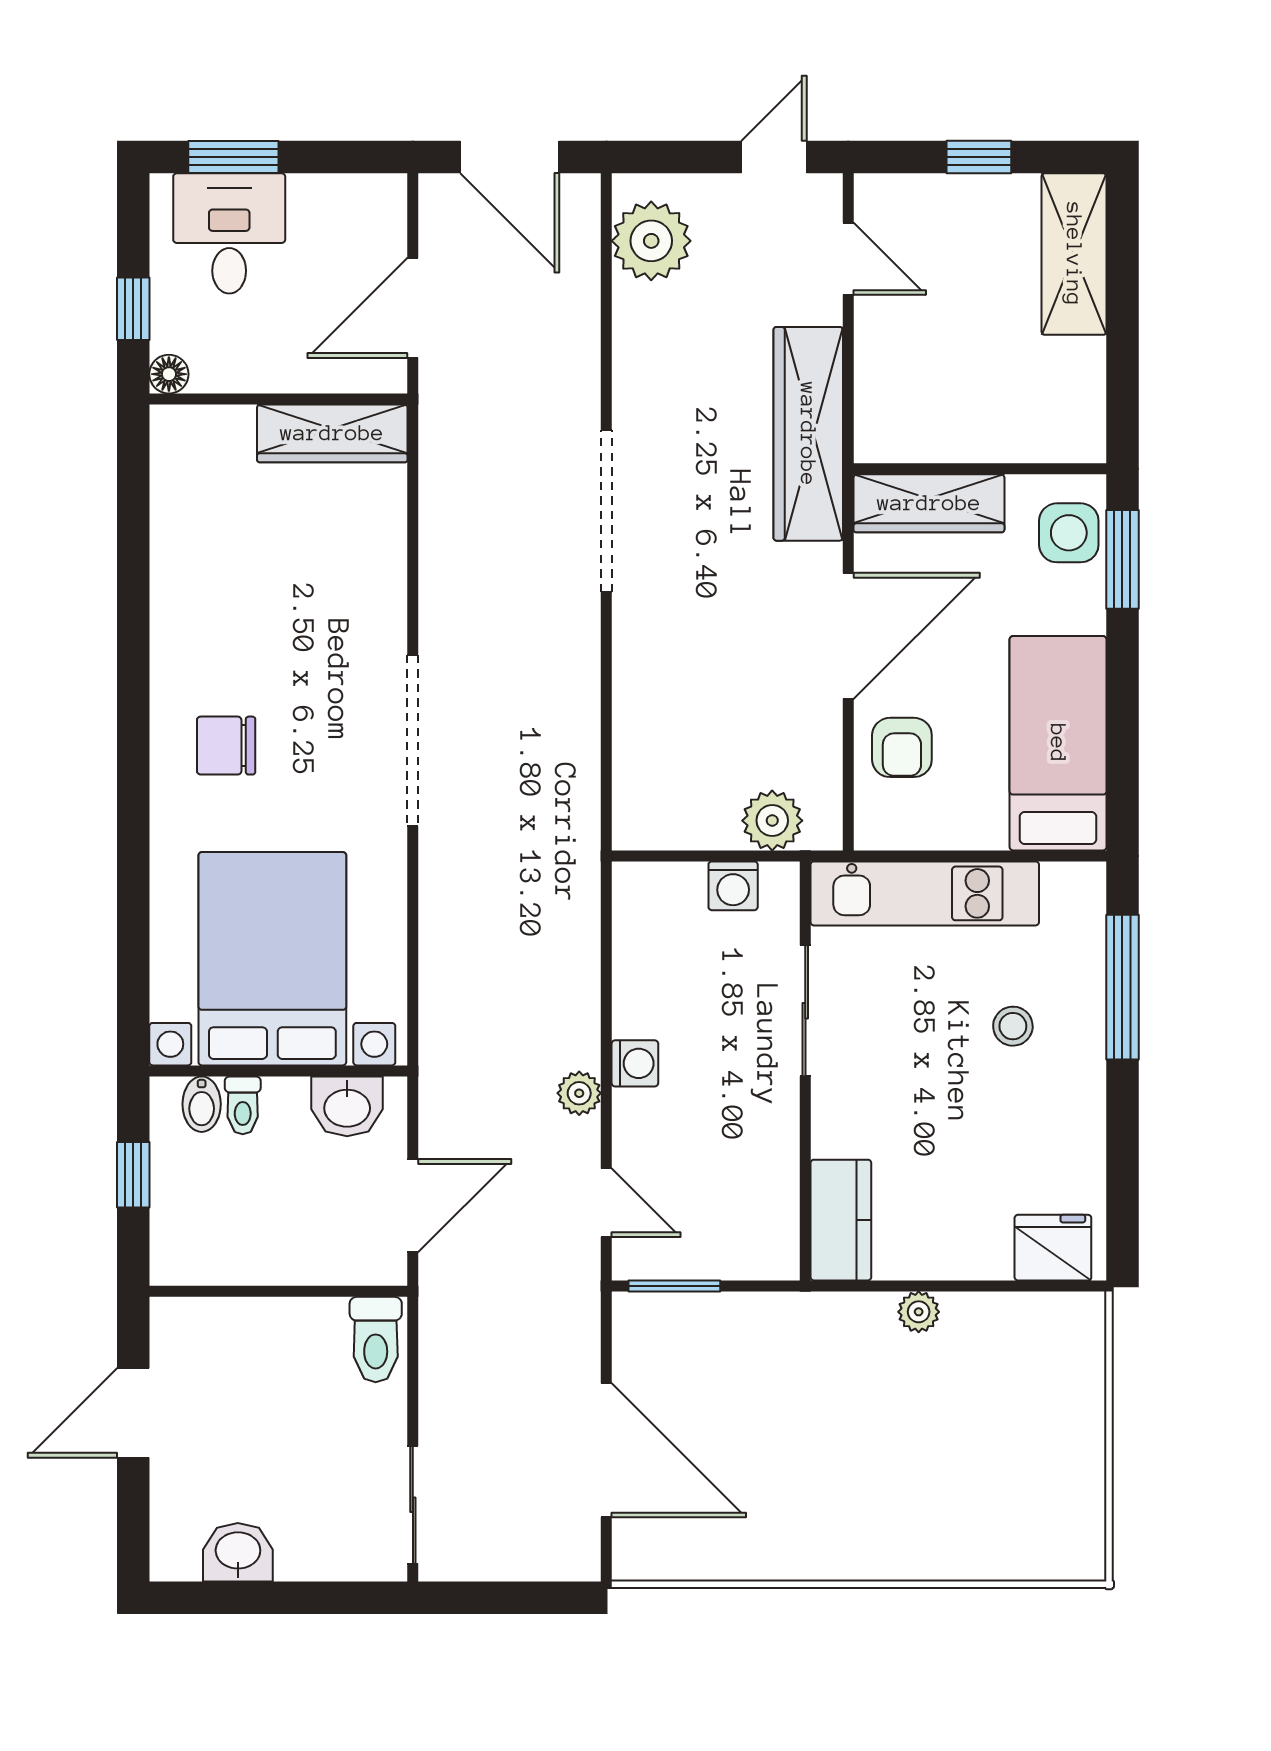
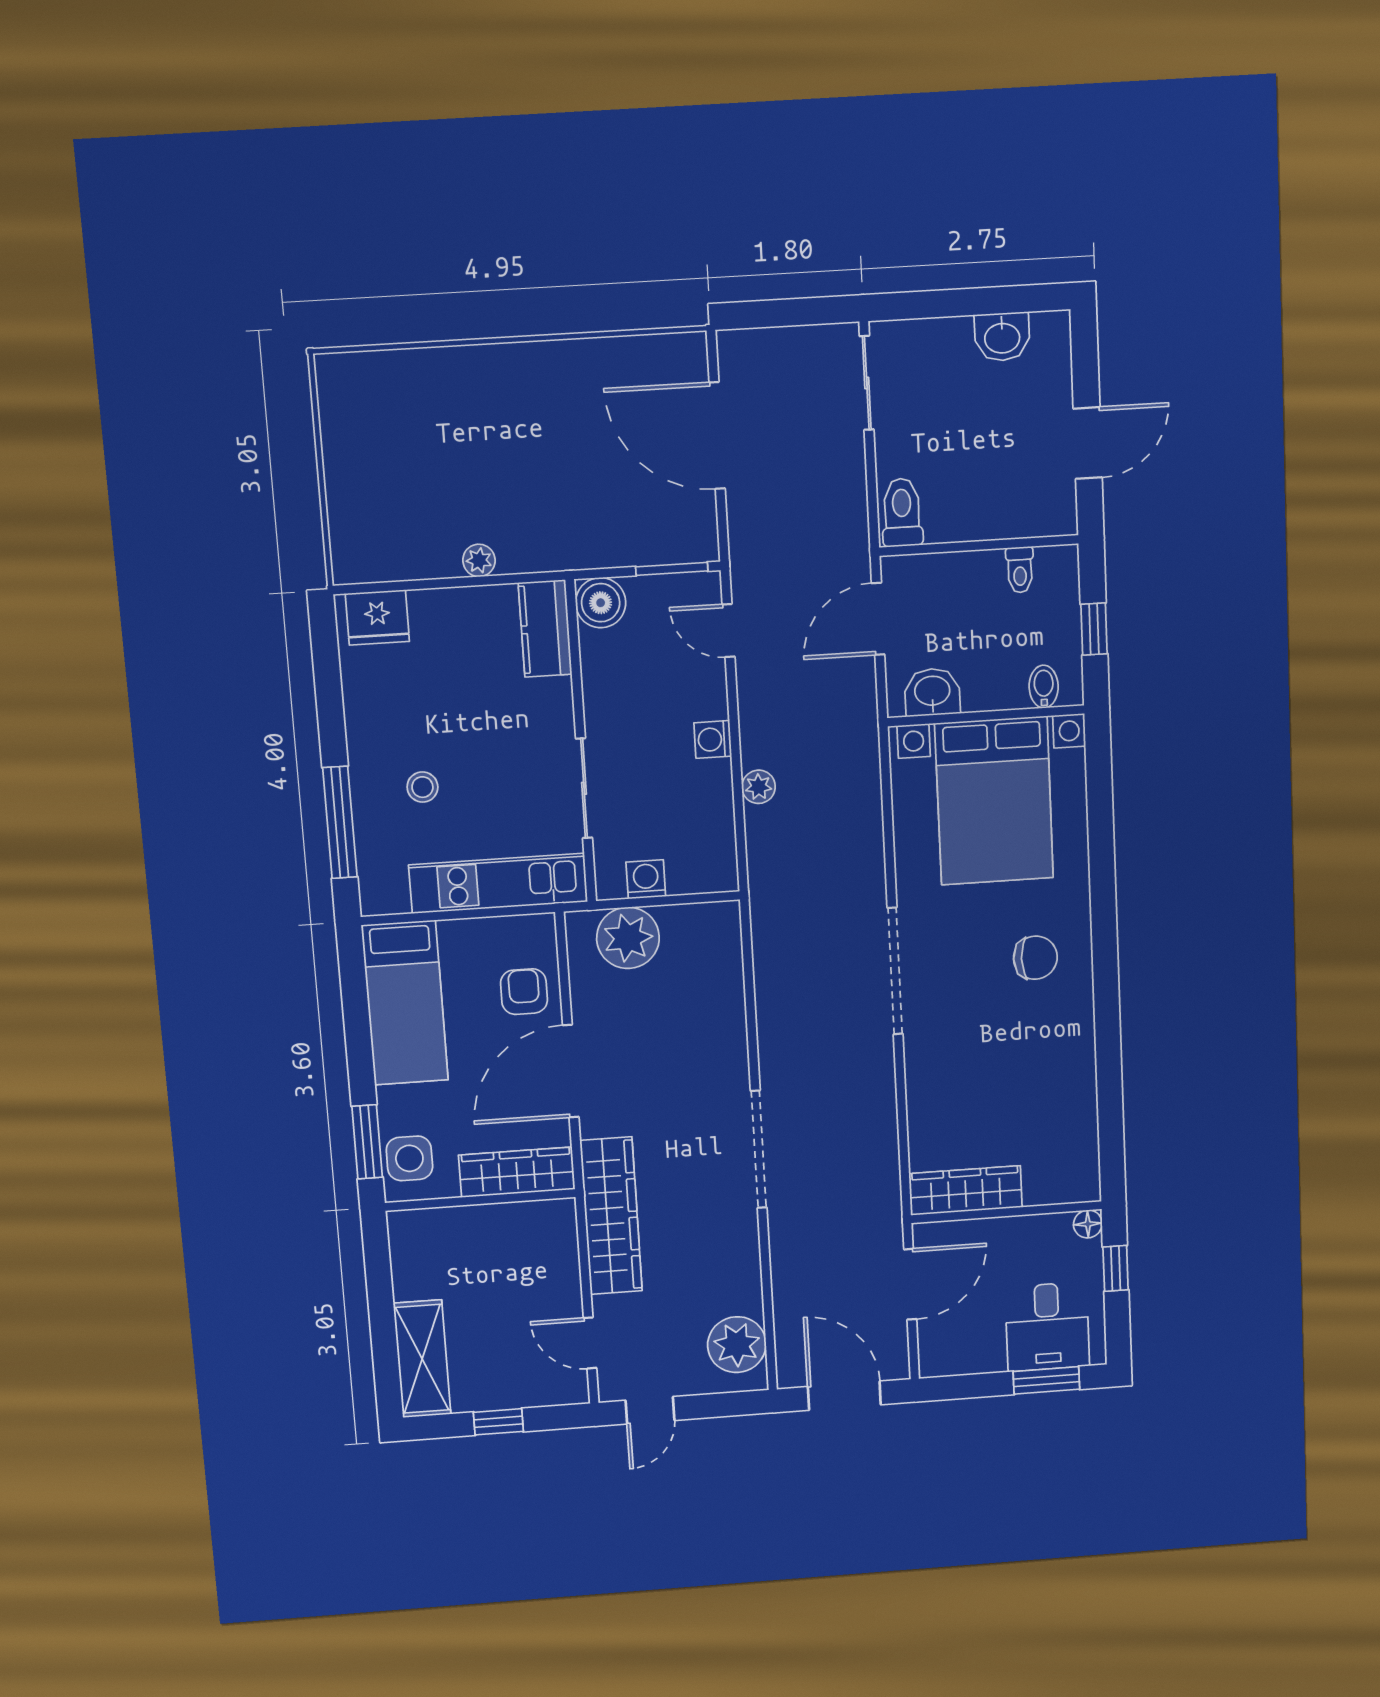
plant: (772, 821) -> (628, 938), width x1.36, depth x1.36
plant: (579, 1093) -> (759, 787), moved
toilet: (243, 1105) -> (1020, 570), moved, turned 180
boiler: (768, 1249) -> (601, 603), added

